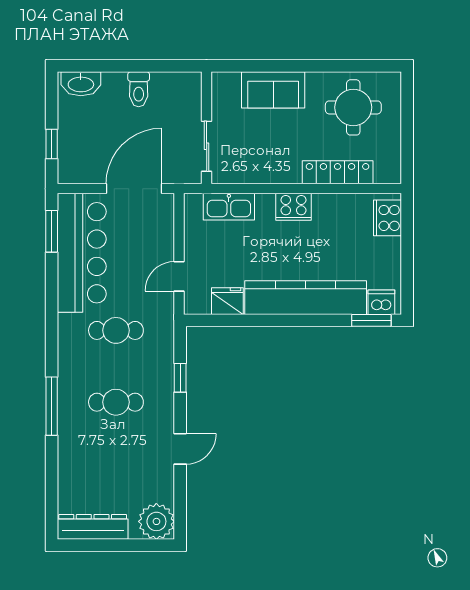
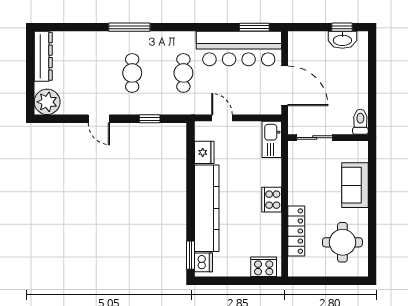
washbasin: (81, 84) -> (342, 40), moved, turned -90
toilet: (139, 89) -> (360, 122), moved, turned 90
window: (52, 144) -> (342, 27), moved
kitchen sink: (229, 207) -> (272, 139), moved

